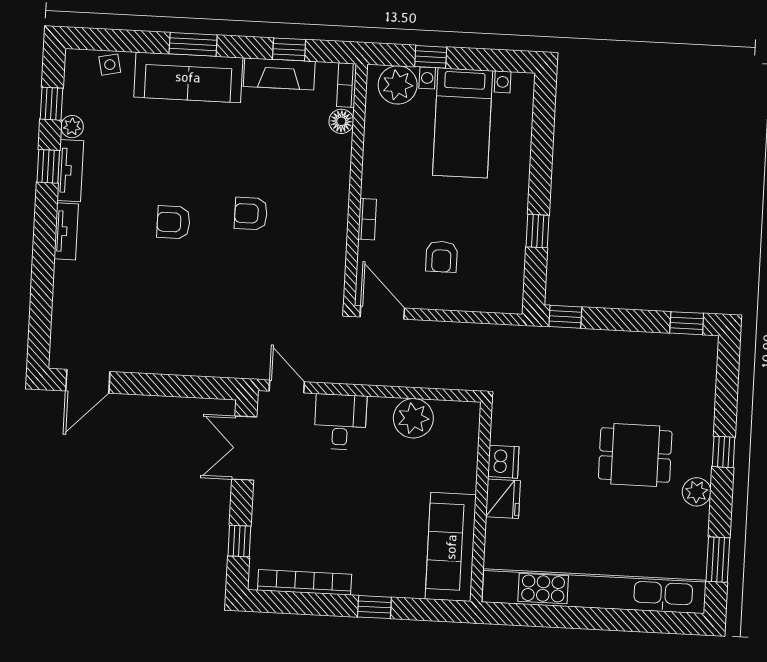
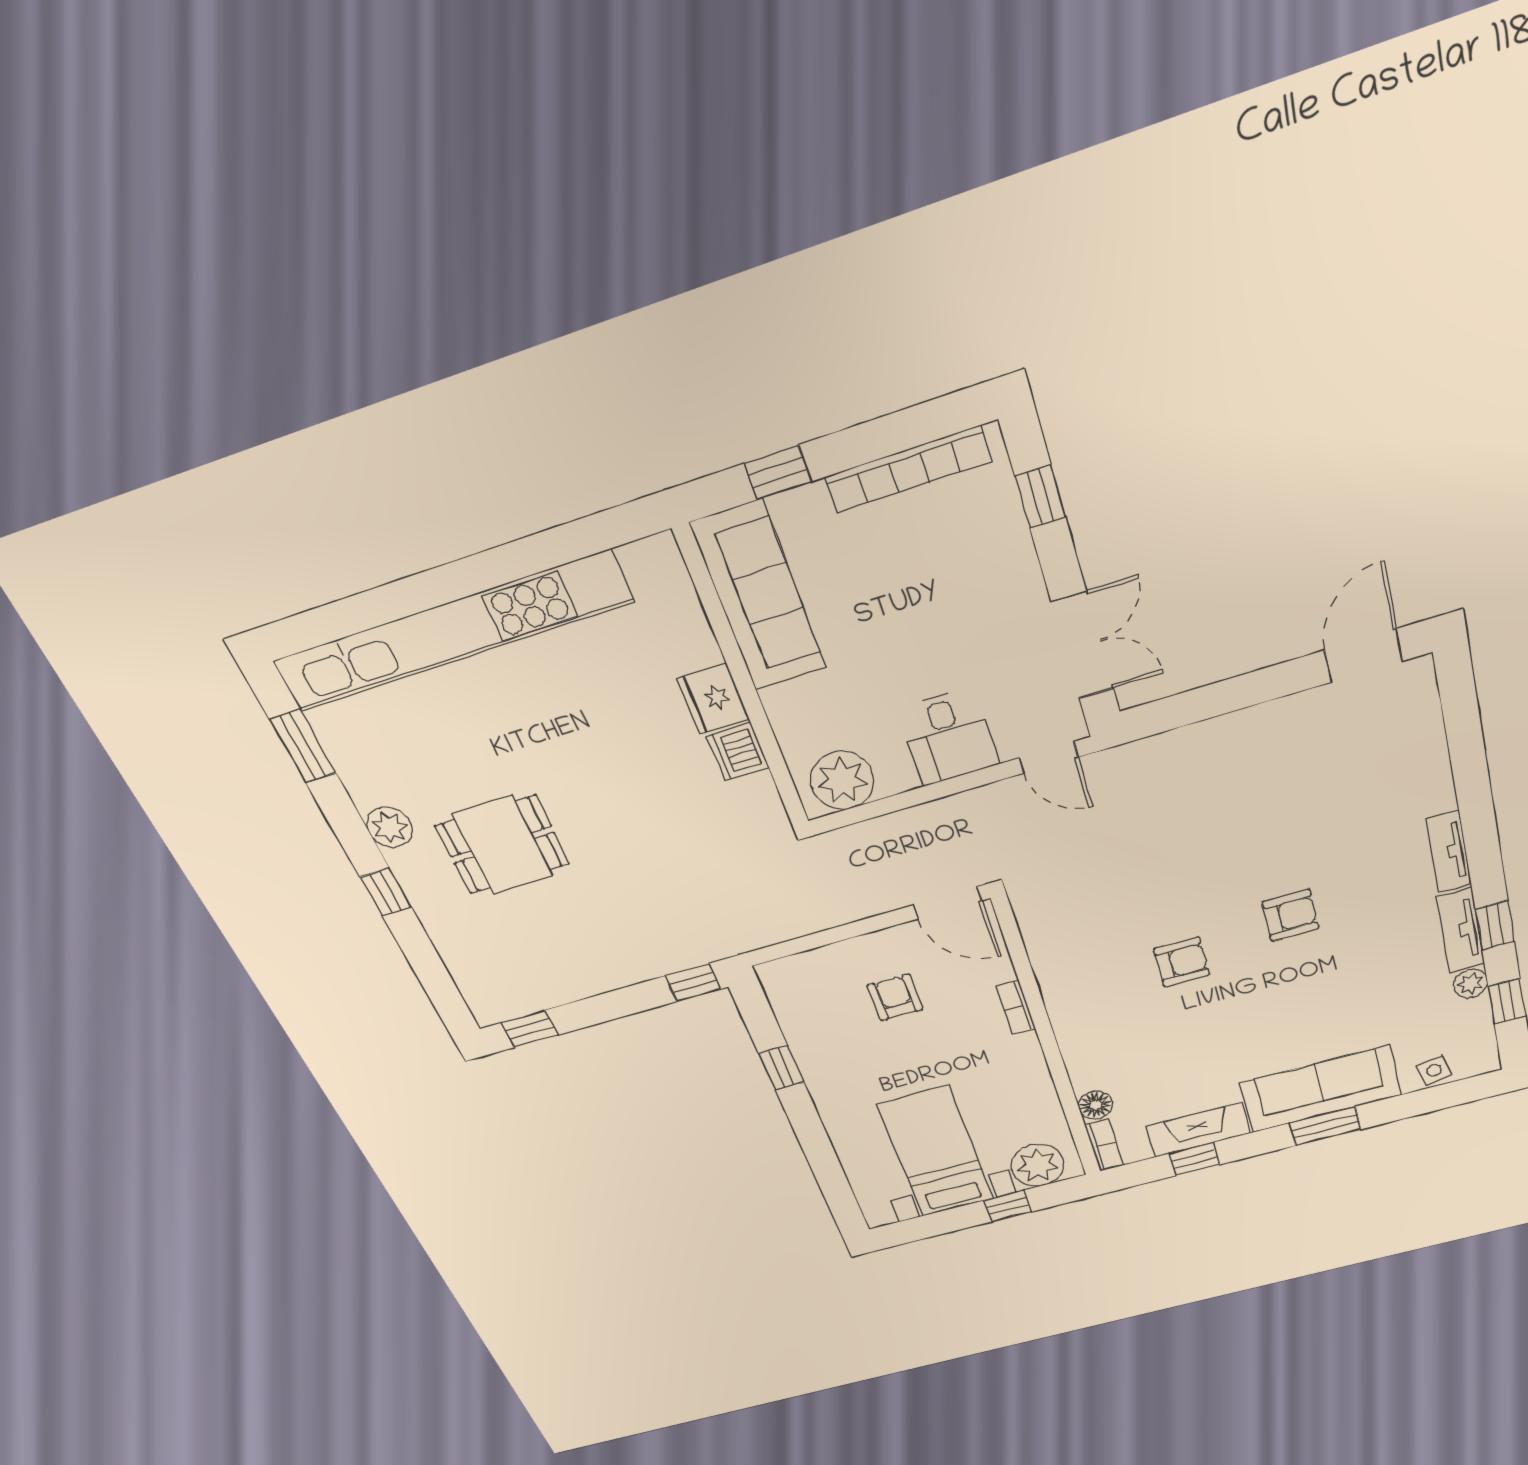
dishwasher: (503, 462) -> (738, 751), moved
fridge: (503, 499) -> (713, 699), moved
wall: (481, 502) -> (743, 682), moved
sofa: (451, 547) -> (759, 597), moved

